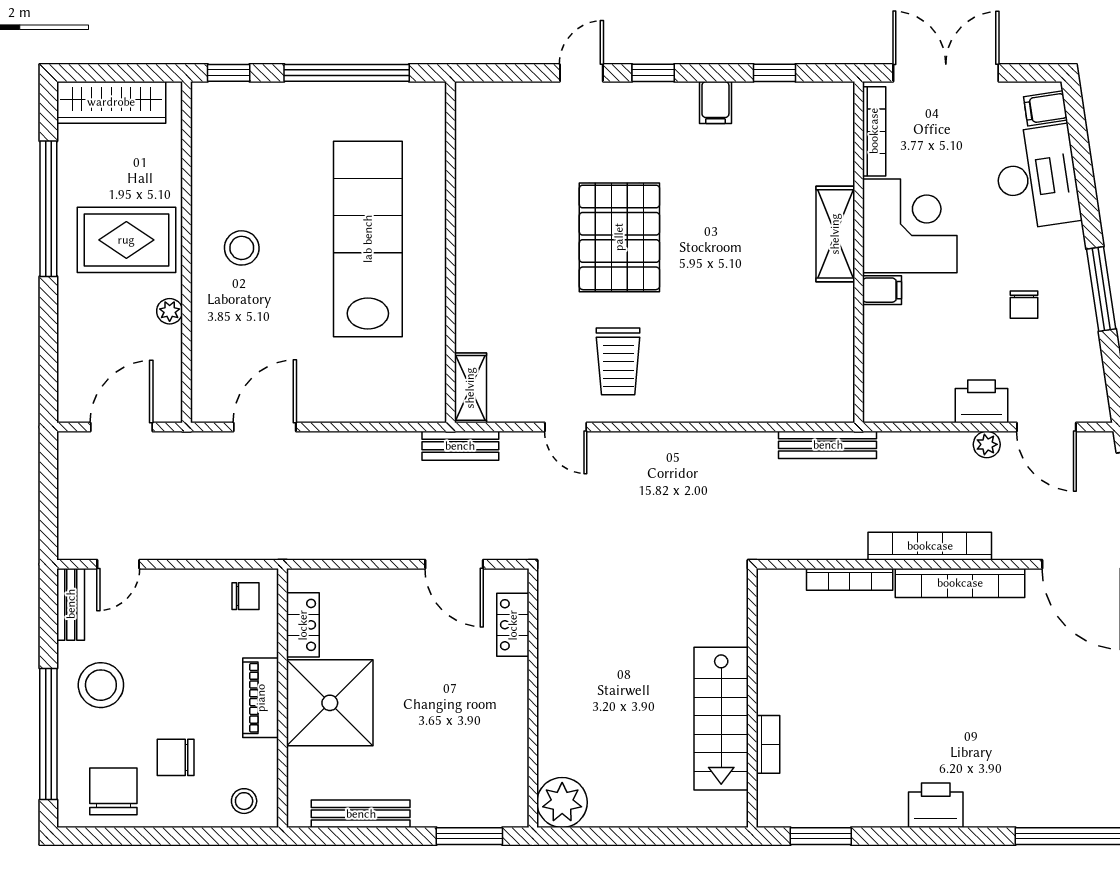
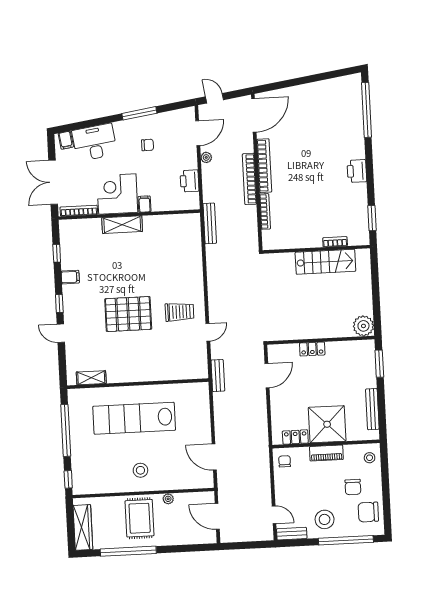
shelving: (470, 388) -> (91, 378), moved
printer: (982, 401) -> (190, 181), moved
locker: (513, 625) -> (312, 349), moved

